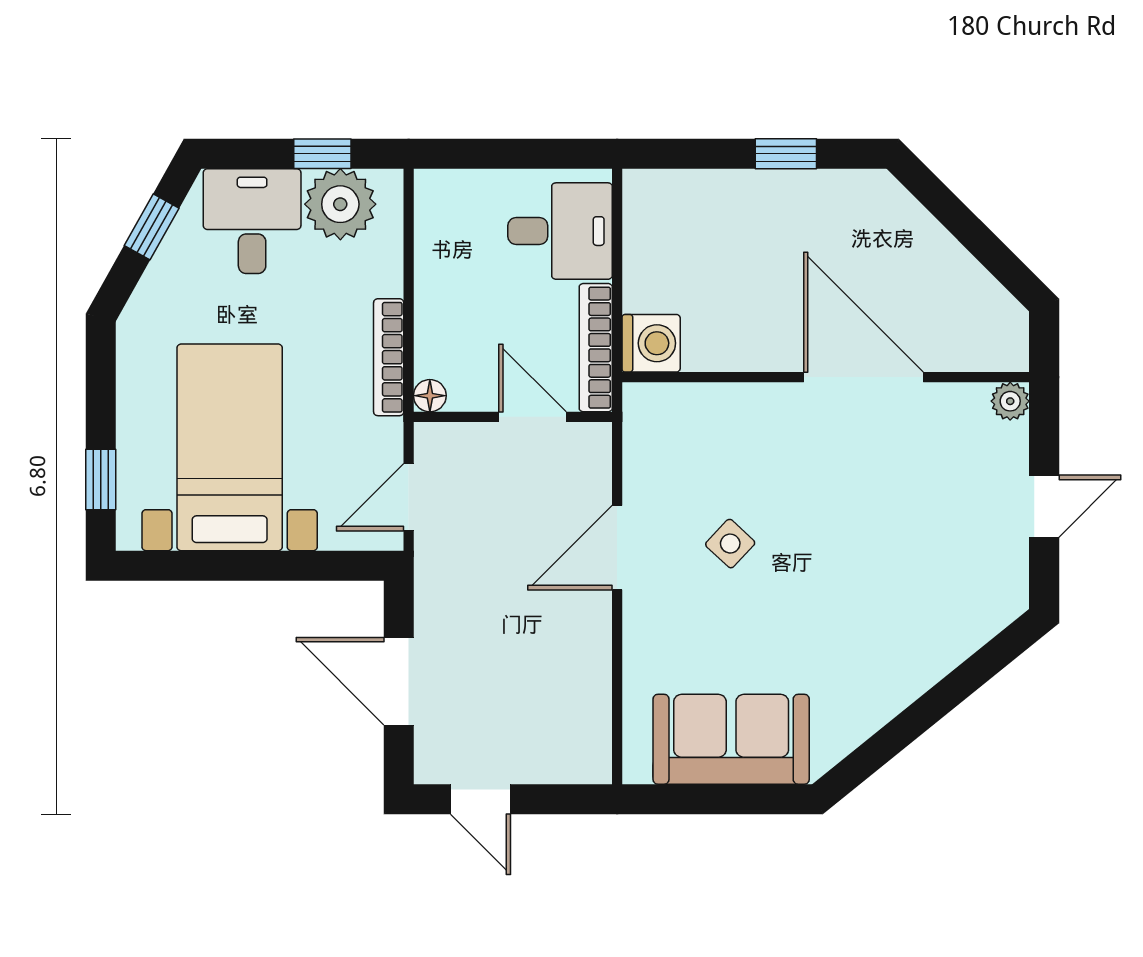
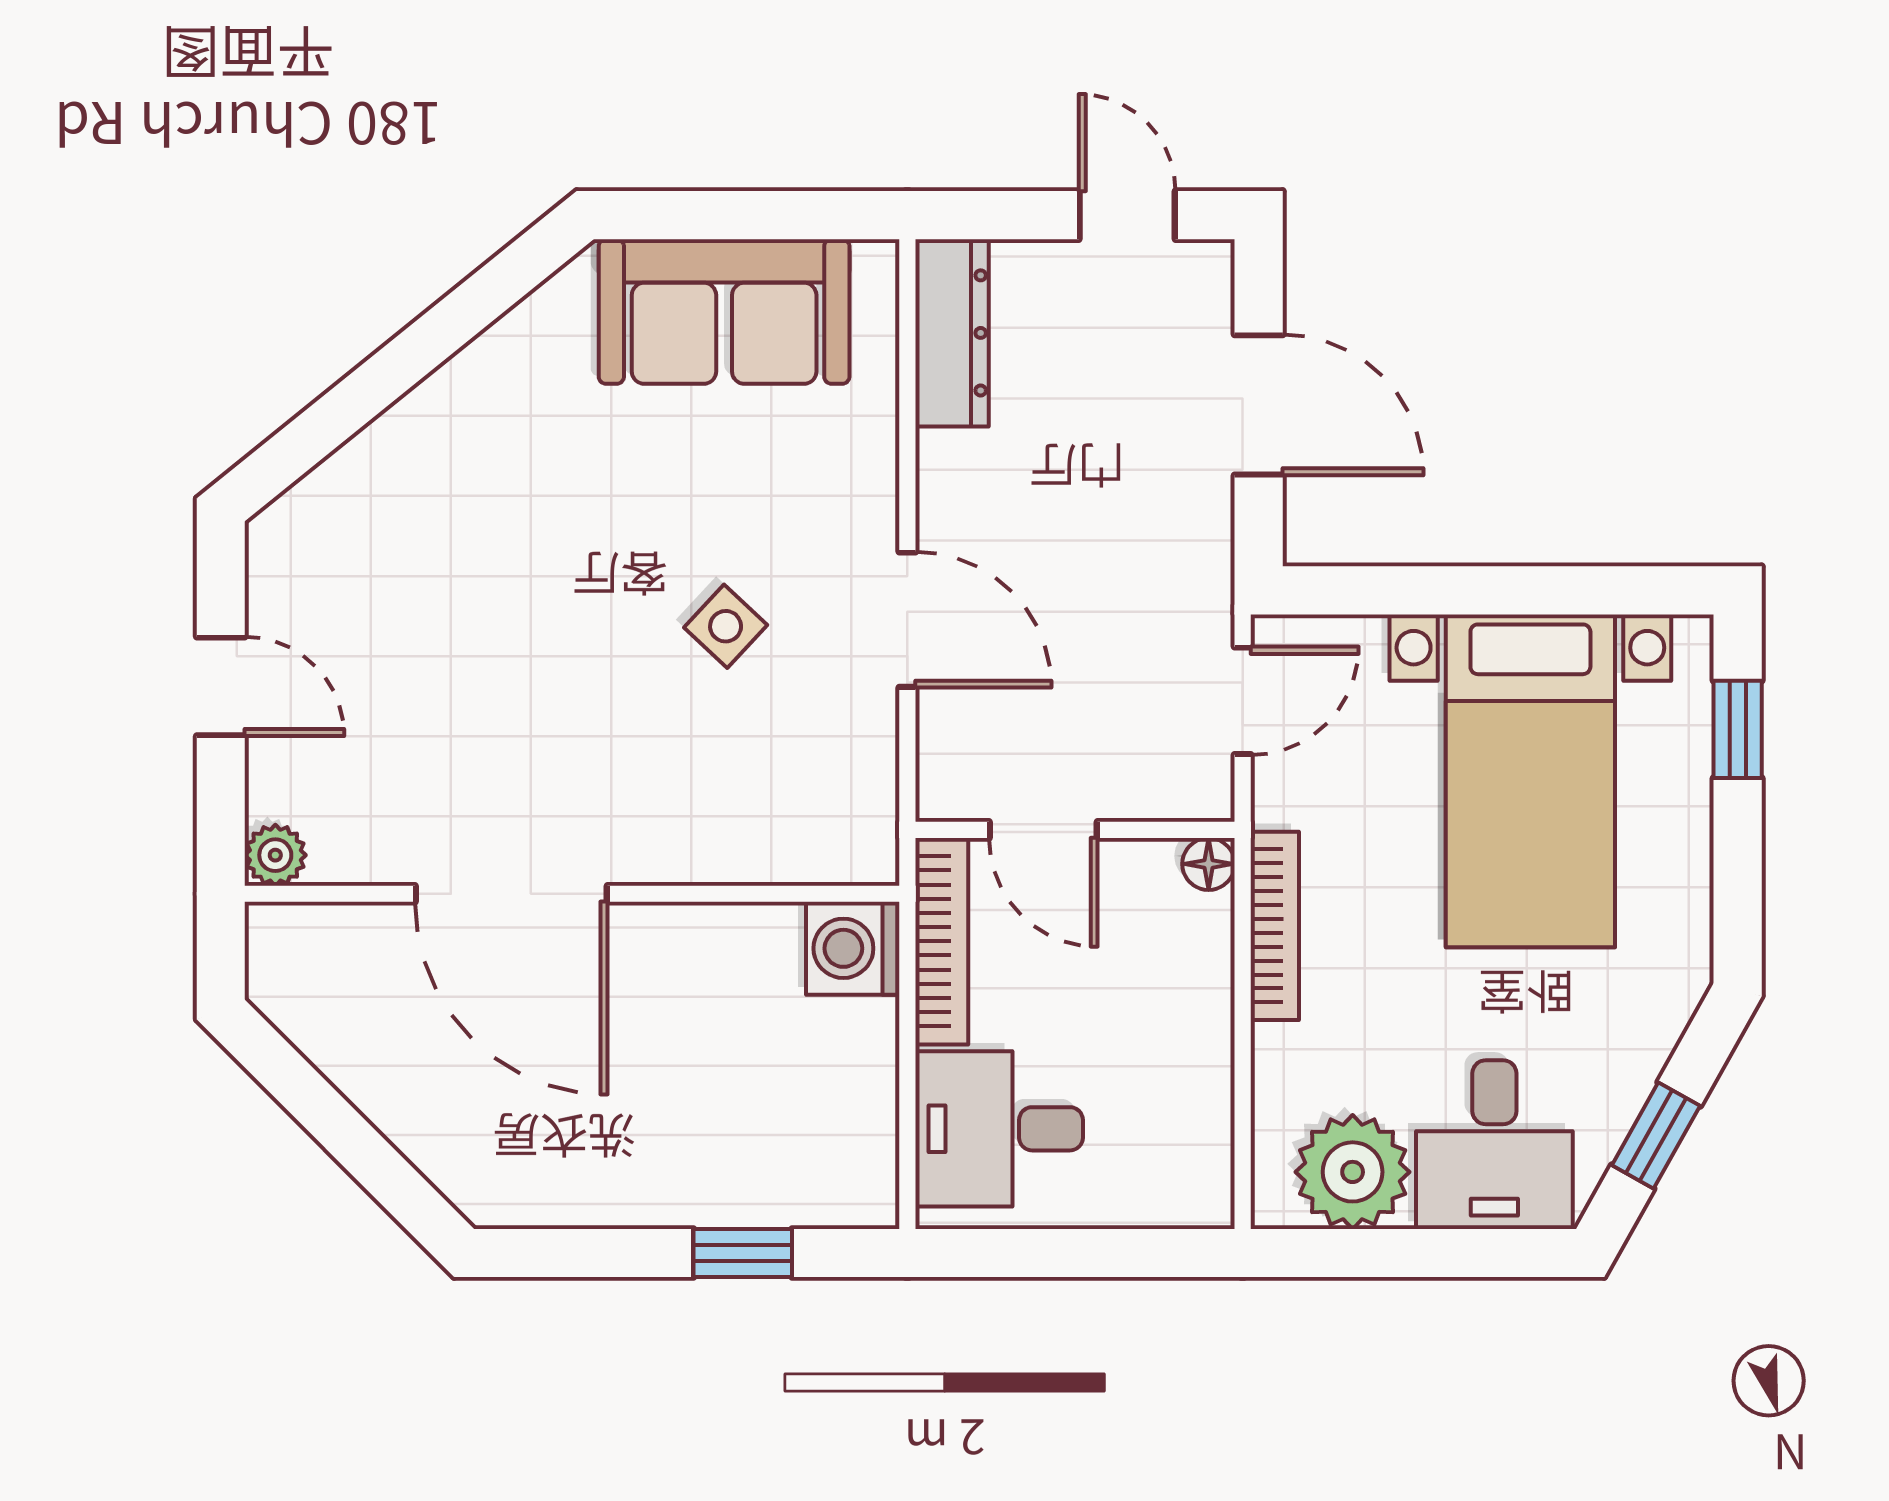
window: (322, 154) -> (1381, 1253), removed
window: (786, 154) -> (743, 1253), moved
door: (1044, 506) -> (221, 686), swing flipped
door: (617, 548) -> (907, 620), hinge flipped
dresser: (589, 726) -> (952, 333), added

